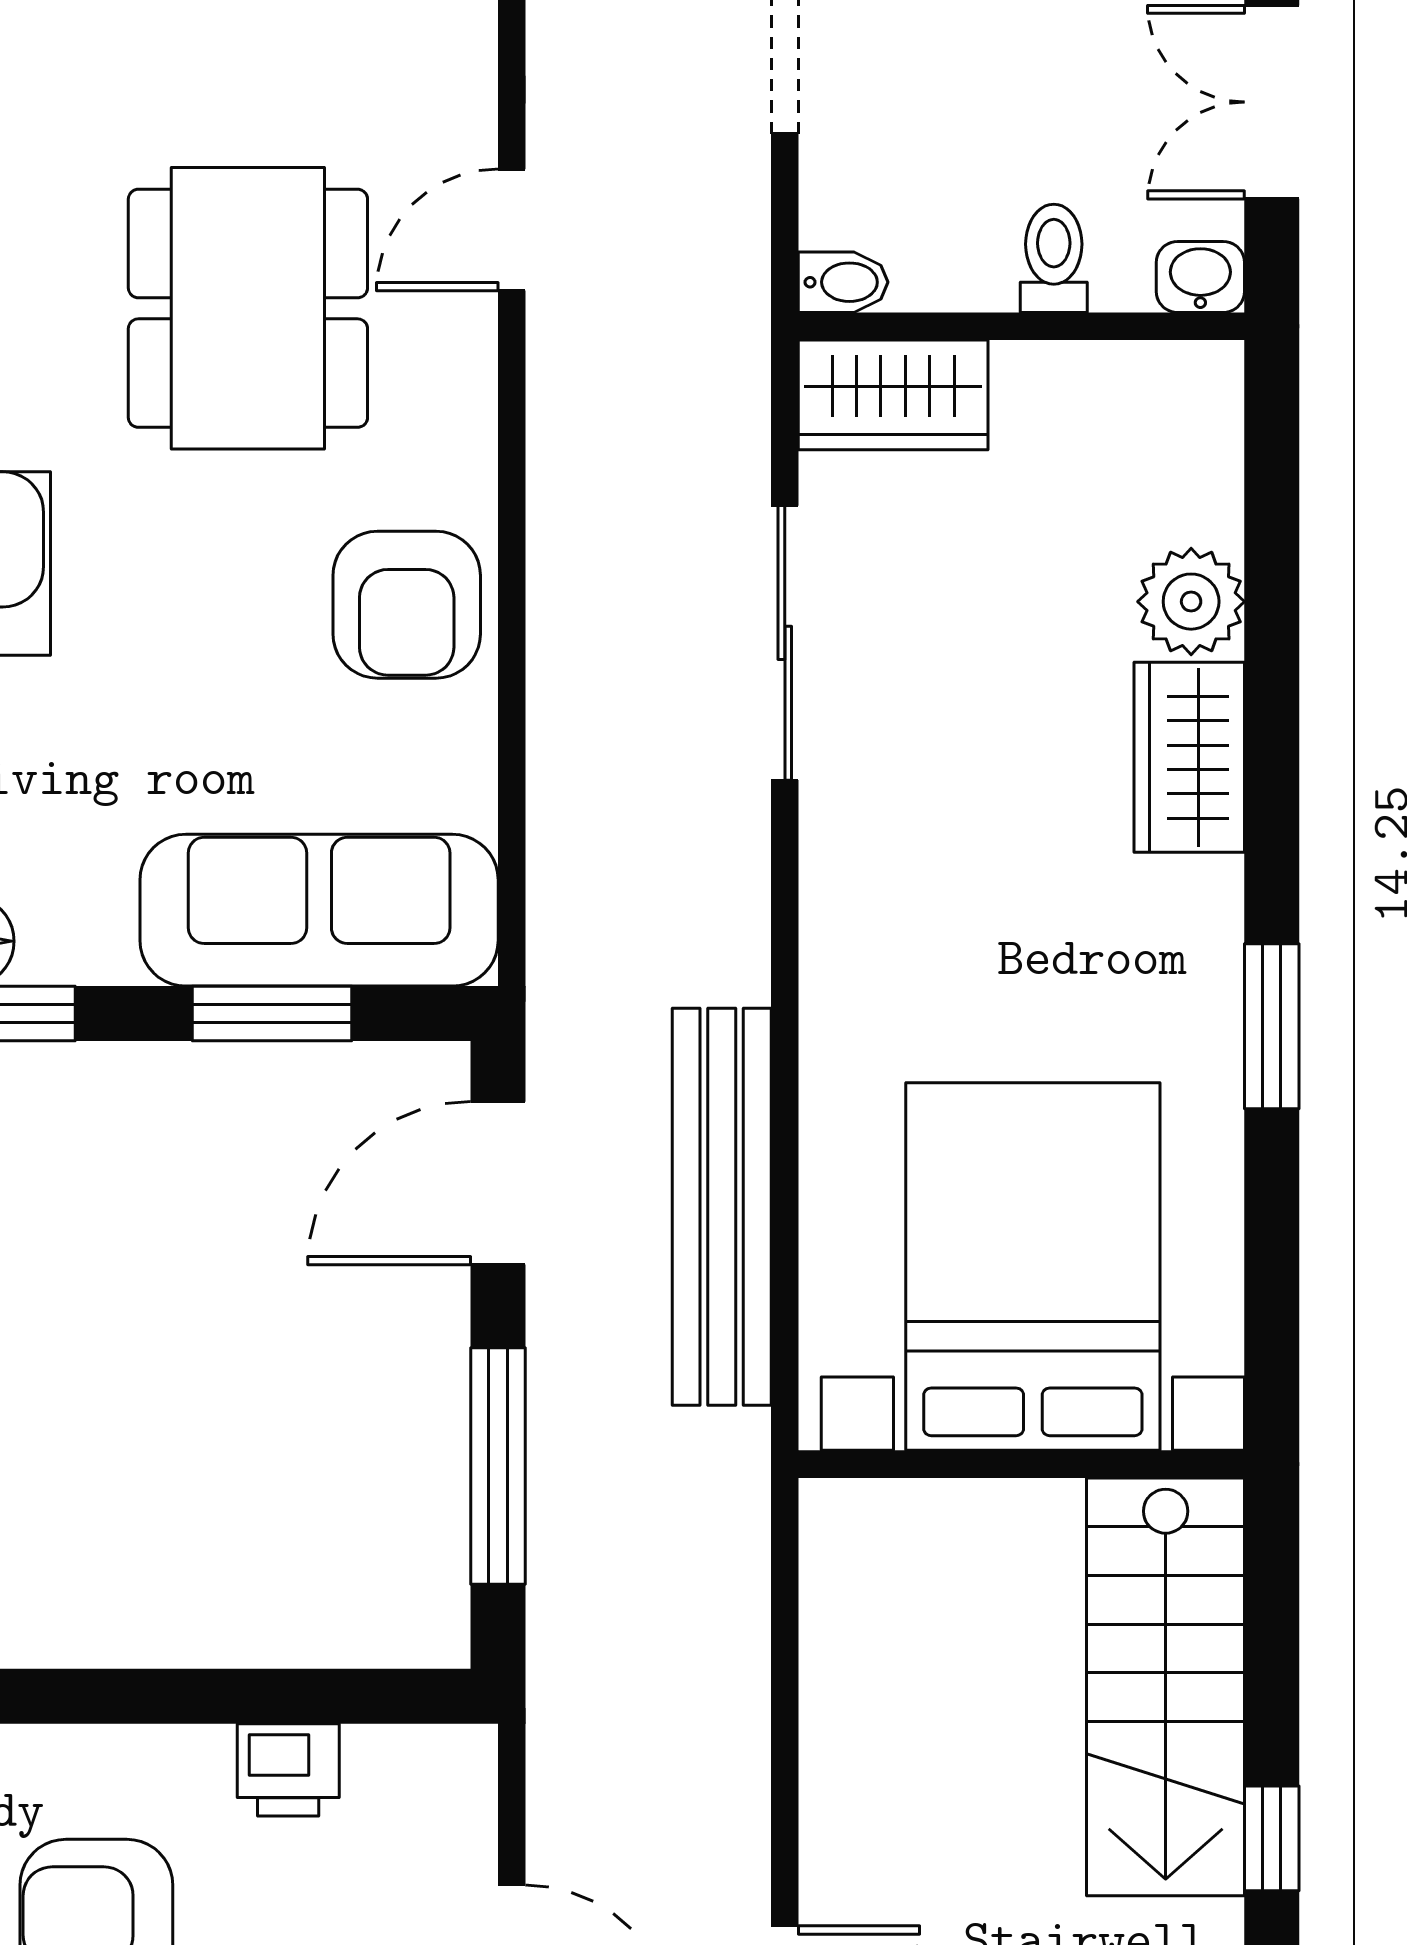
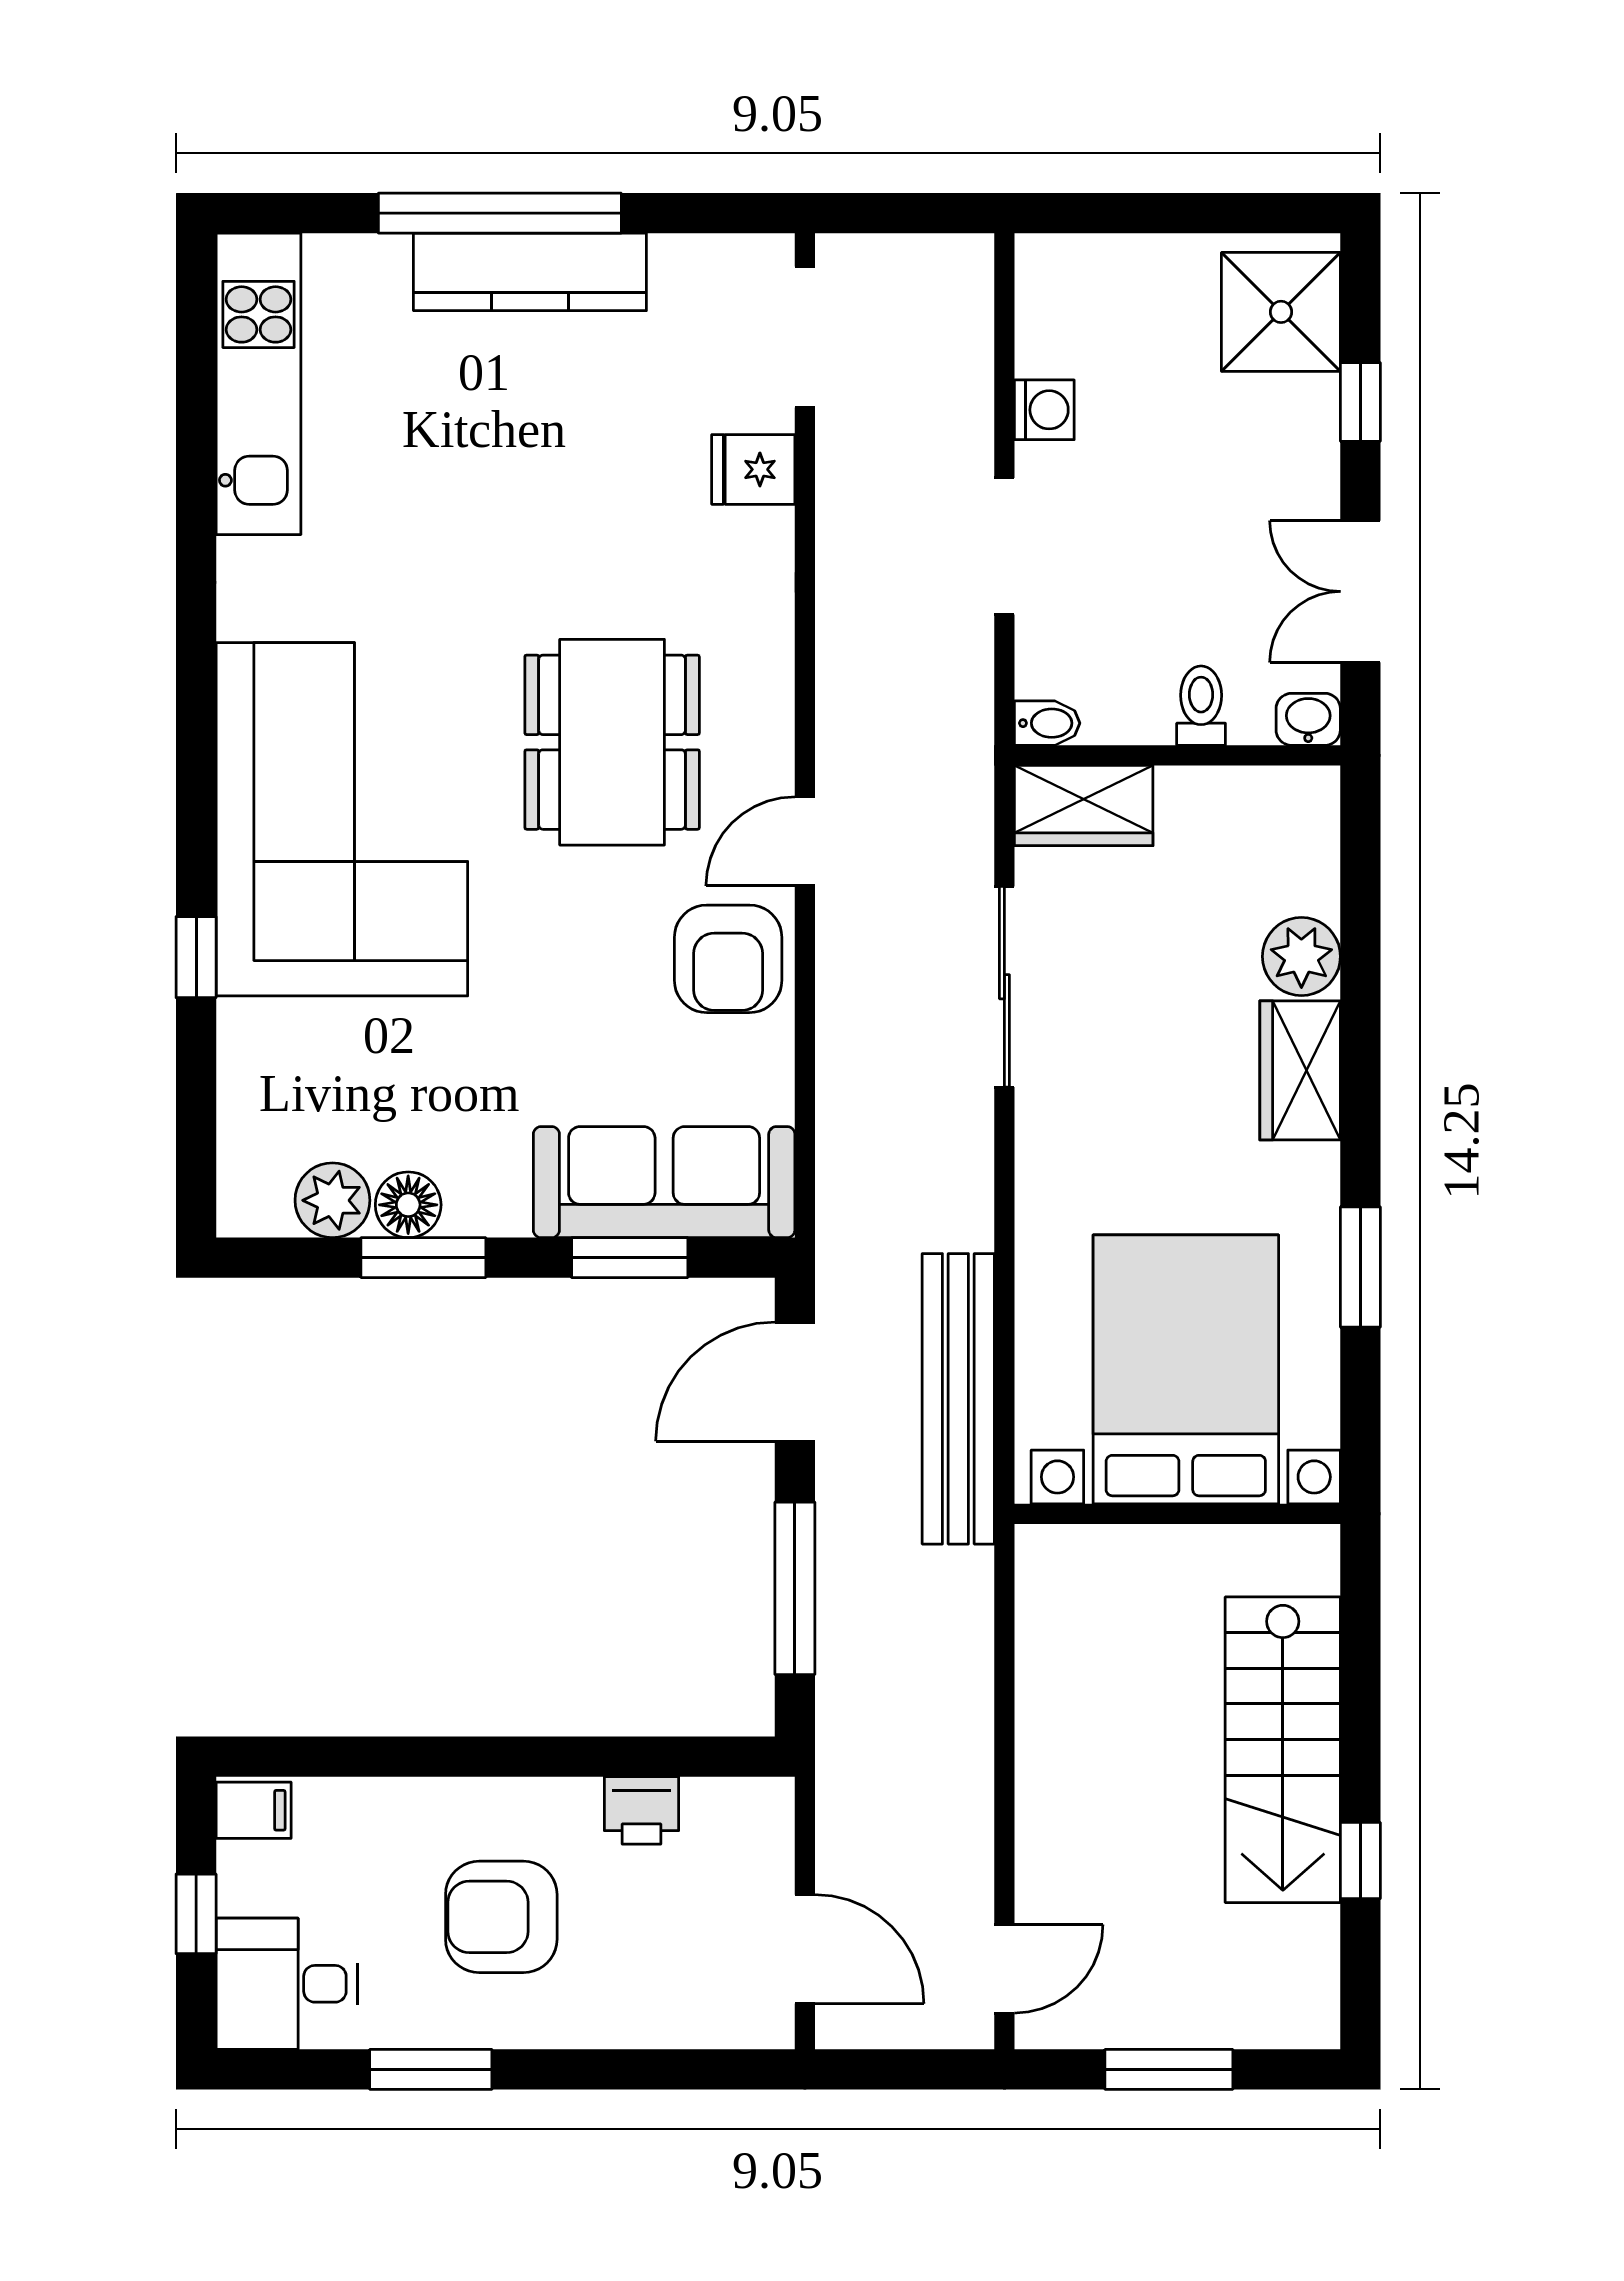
door: (512, 230) -> (805, 841), moved
bed with nightstands: (1033, 1267) -> (1186, 1369), moved
wall: (1021, 1464) -> (1177, 1514), moved

